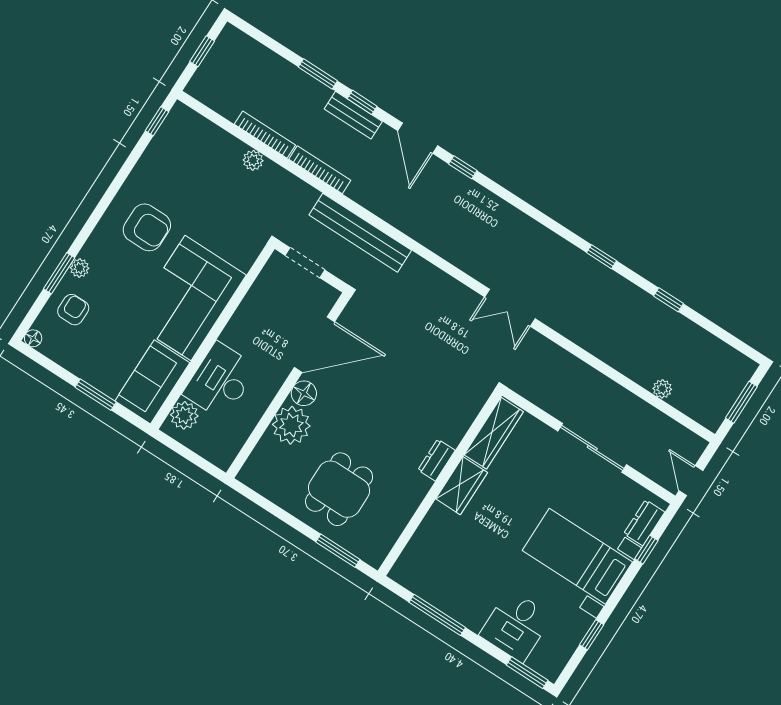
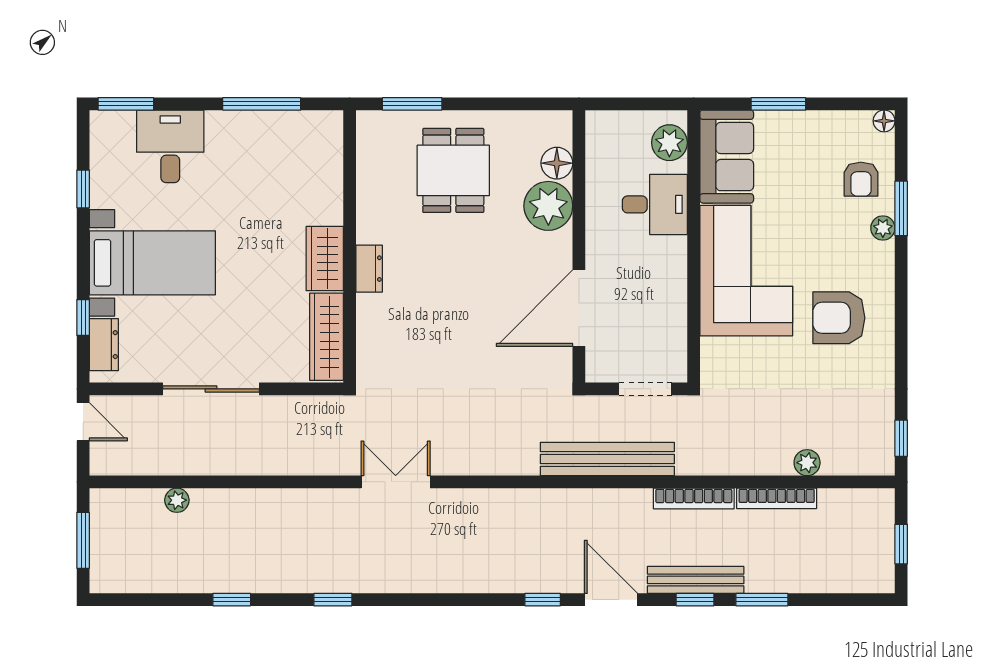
bench: (353, 115) -> (696, 580), width x1.36
plant: (253, 160) -> (807, 463), moved
desk: (220, 381) -> (655, 204), width x0.73
floor lamp: (304, 393) -> (557, 163), moved

